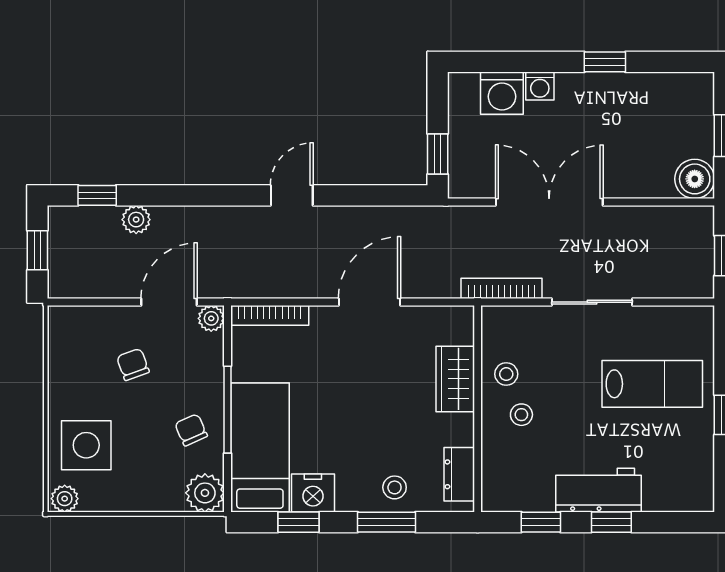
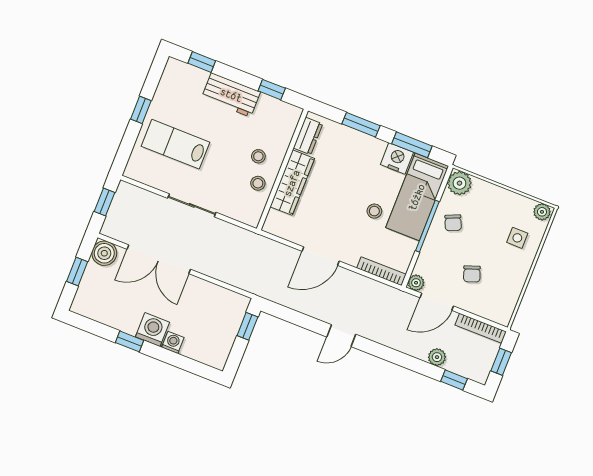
washing machine: (502, 93) -> (152, 330), moved
double door: (549, 202) -> (159, 259), moved
bookcase: (502, 288) -> (481, 328), moved
wardrobe: (455, 379) -> (292, 183), width x1.50
side table: (86, 445) -> (517, 238), width x0.54, depth x0.54
stool: (395, 487) -> (374, 211), moved
window: (298, 522) -> (412, 145), width x1.50
window: (611, 522) -> (202, 62), moved

